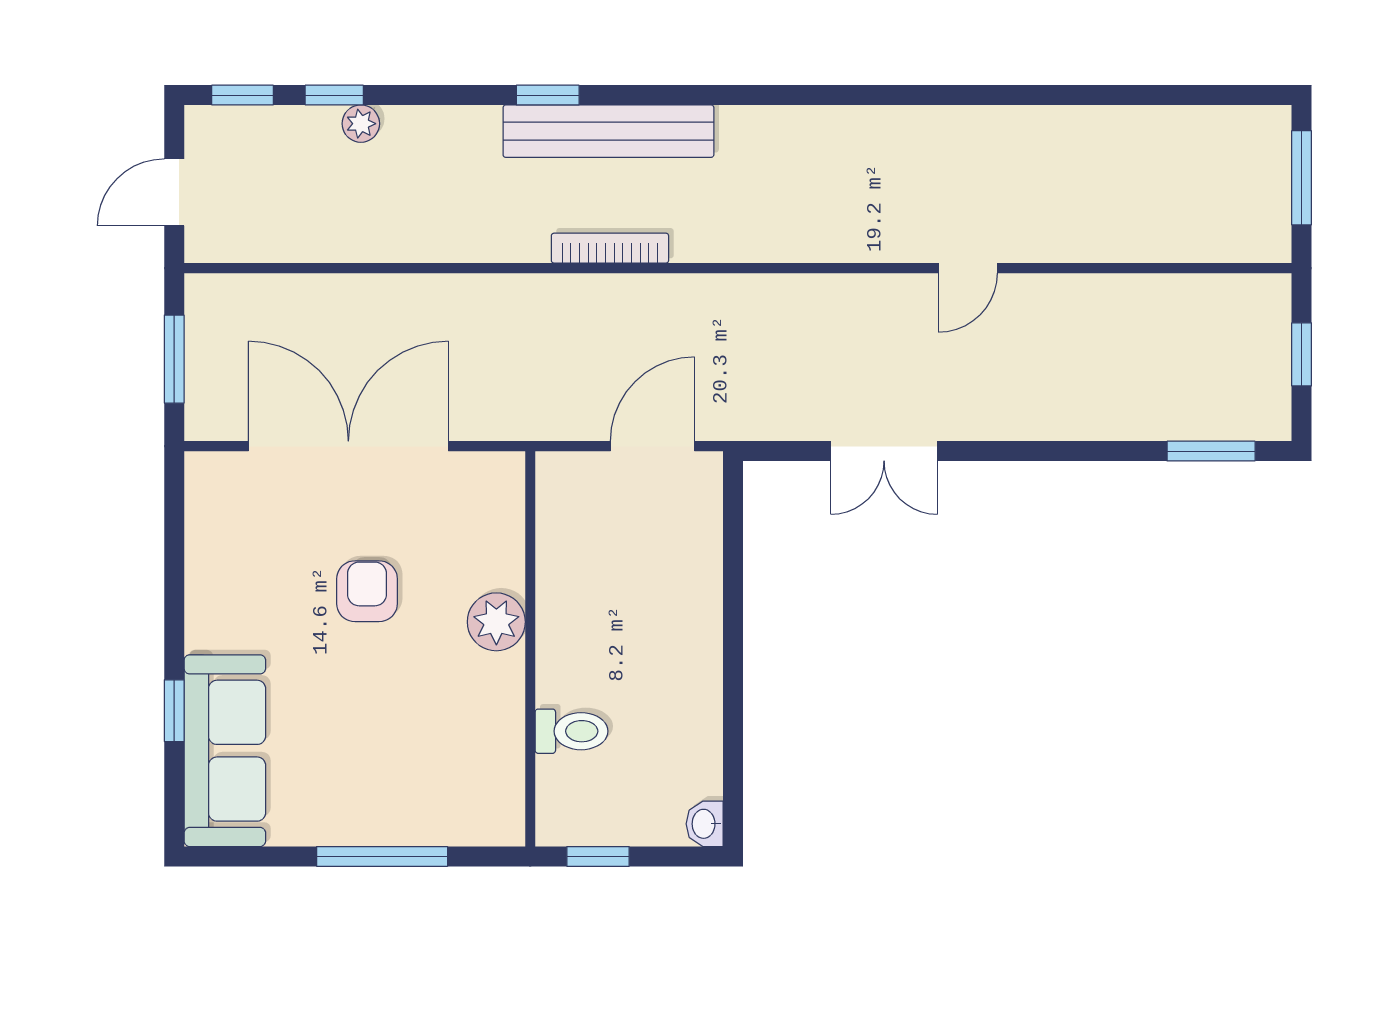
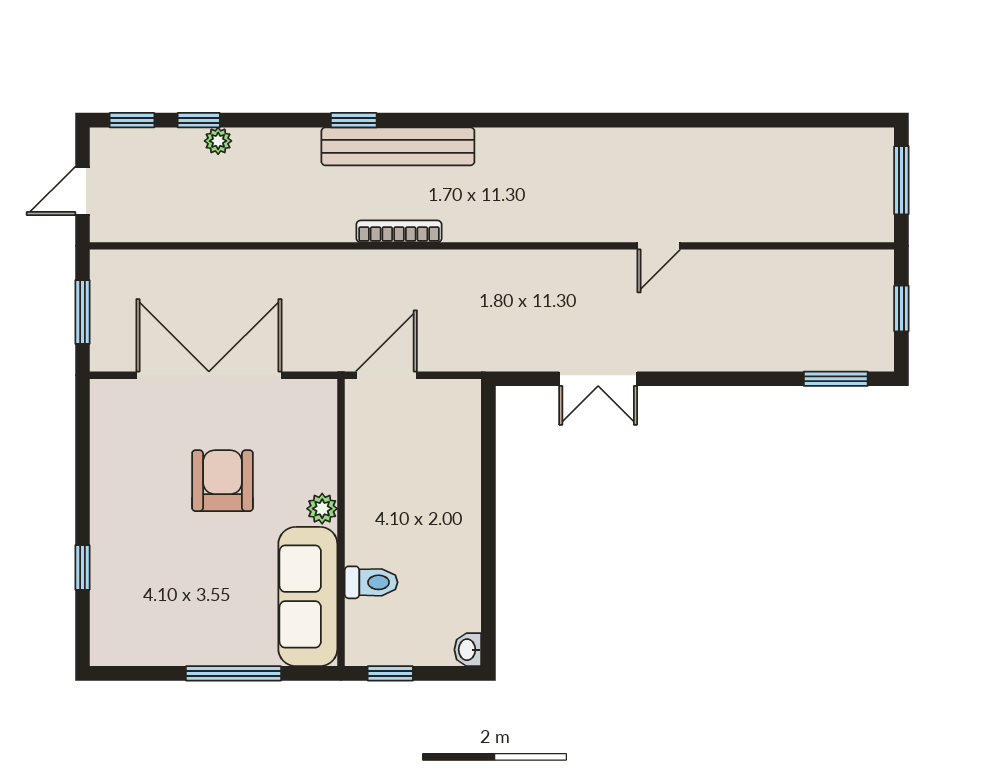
door: (653, 446) -> (386, 375), moved
armchair: (367, 591) -> (223, 481), width x1.38, depth x1.38
plant: (496, 622) -> (322, 509), width x0.73, depth x0.73
sofa: (225, 751) -> (308, 596), moved, turned 180

